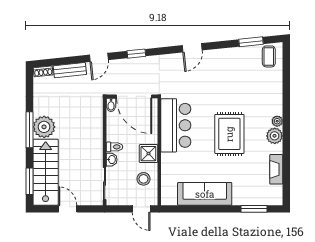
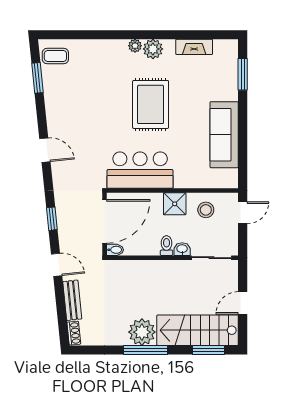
rug: (229, 134) -> (151, 104), turned 90

